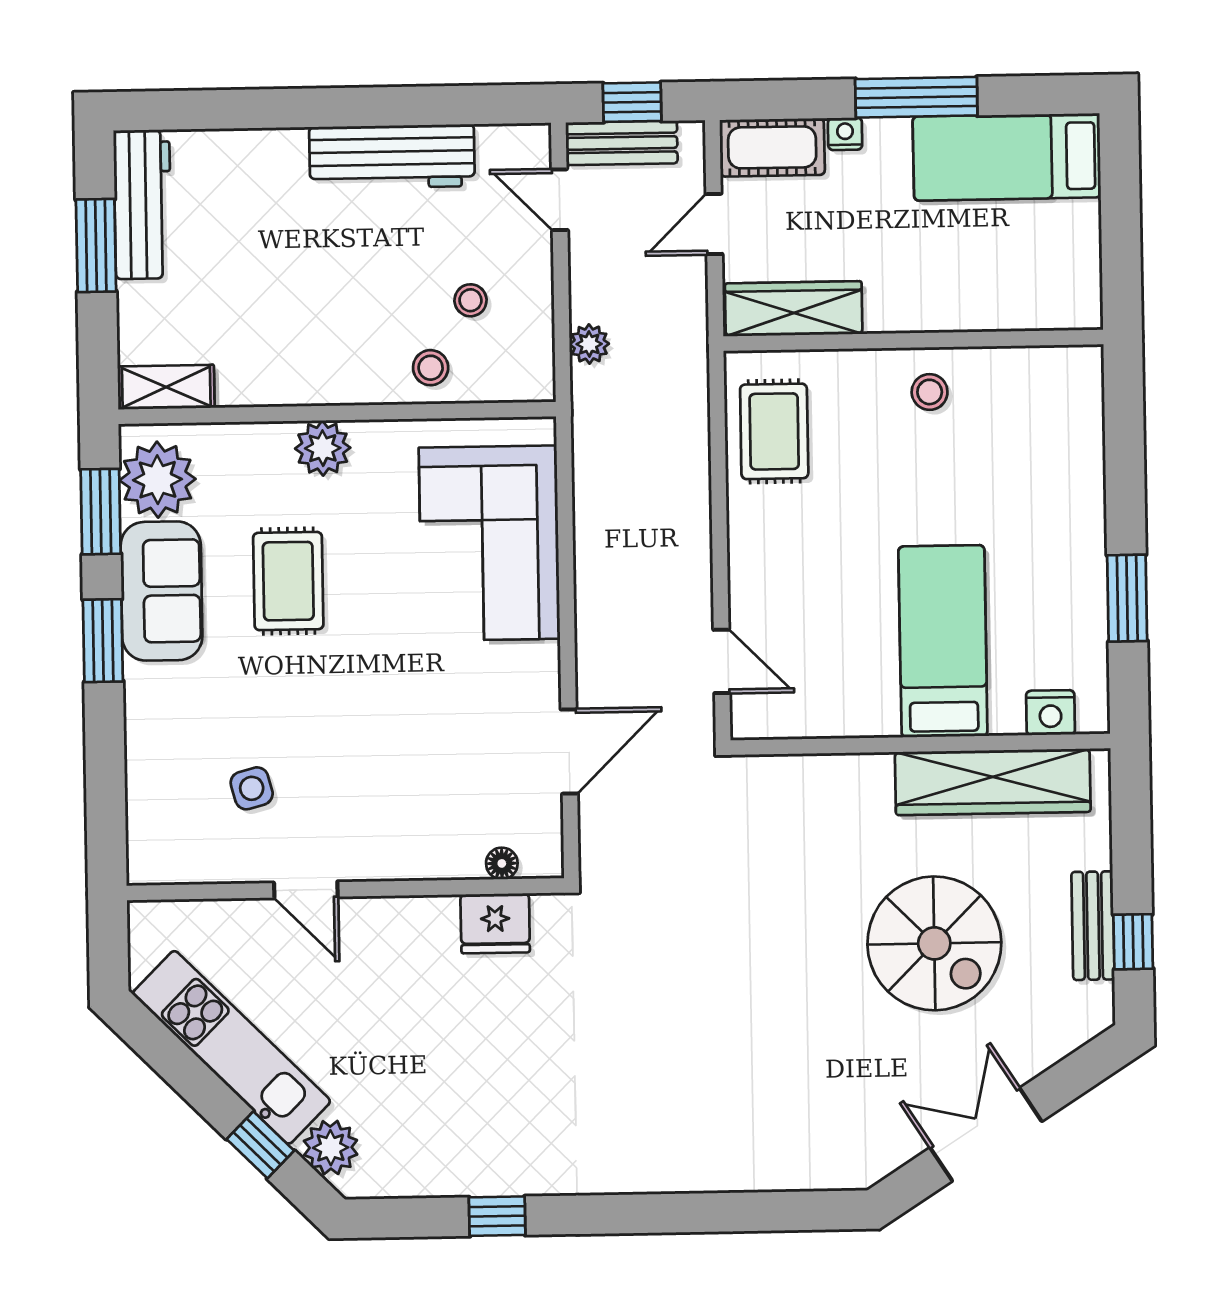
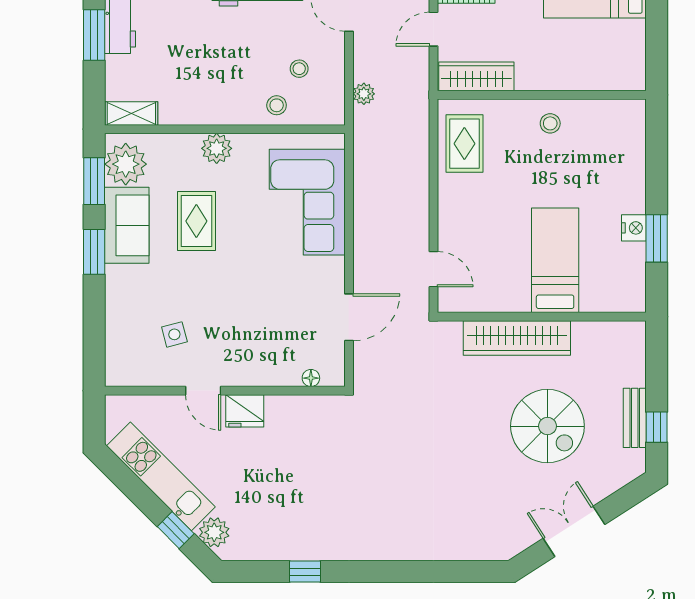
nightstand: (1050, 713) -> (634, 228), moved, turned -90
wardrobe: (993, 782) -> (517, 338), moved
fridge: (495, 923) -> (245, 411), moved

